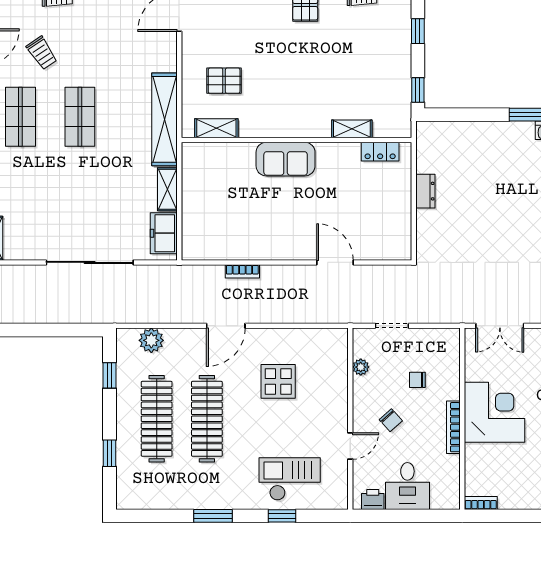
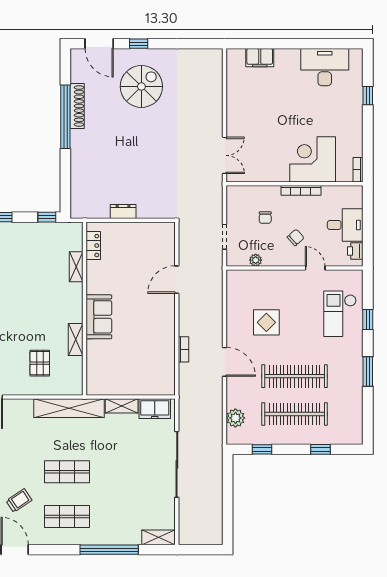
shelving: (216, 128) -> (76, 340), moved
corner desk: (494, 412) -> (313, 159), moved

